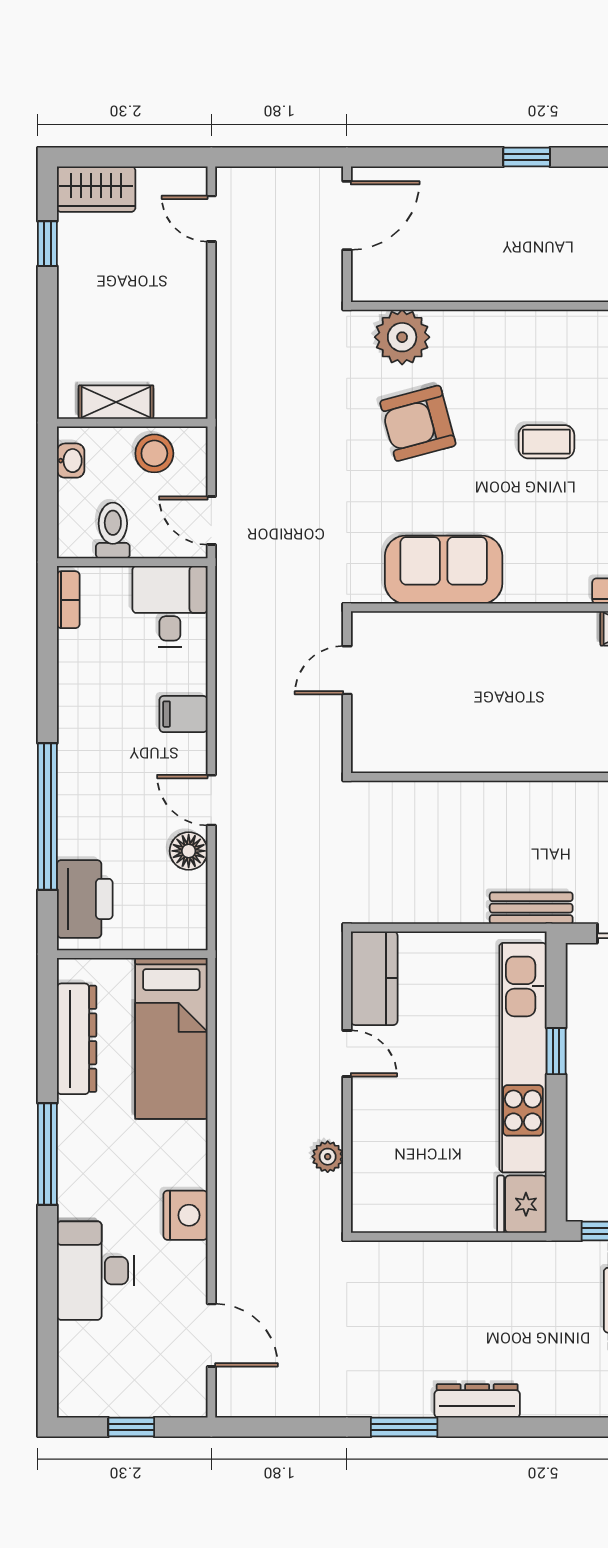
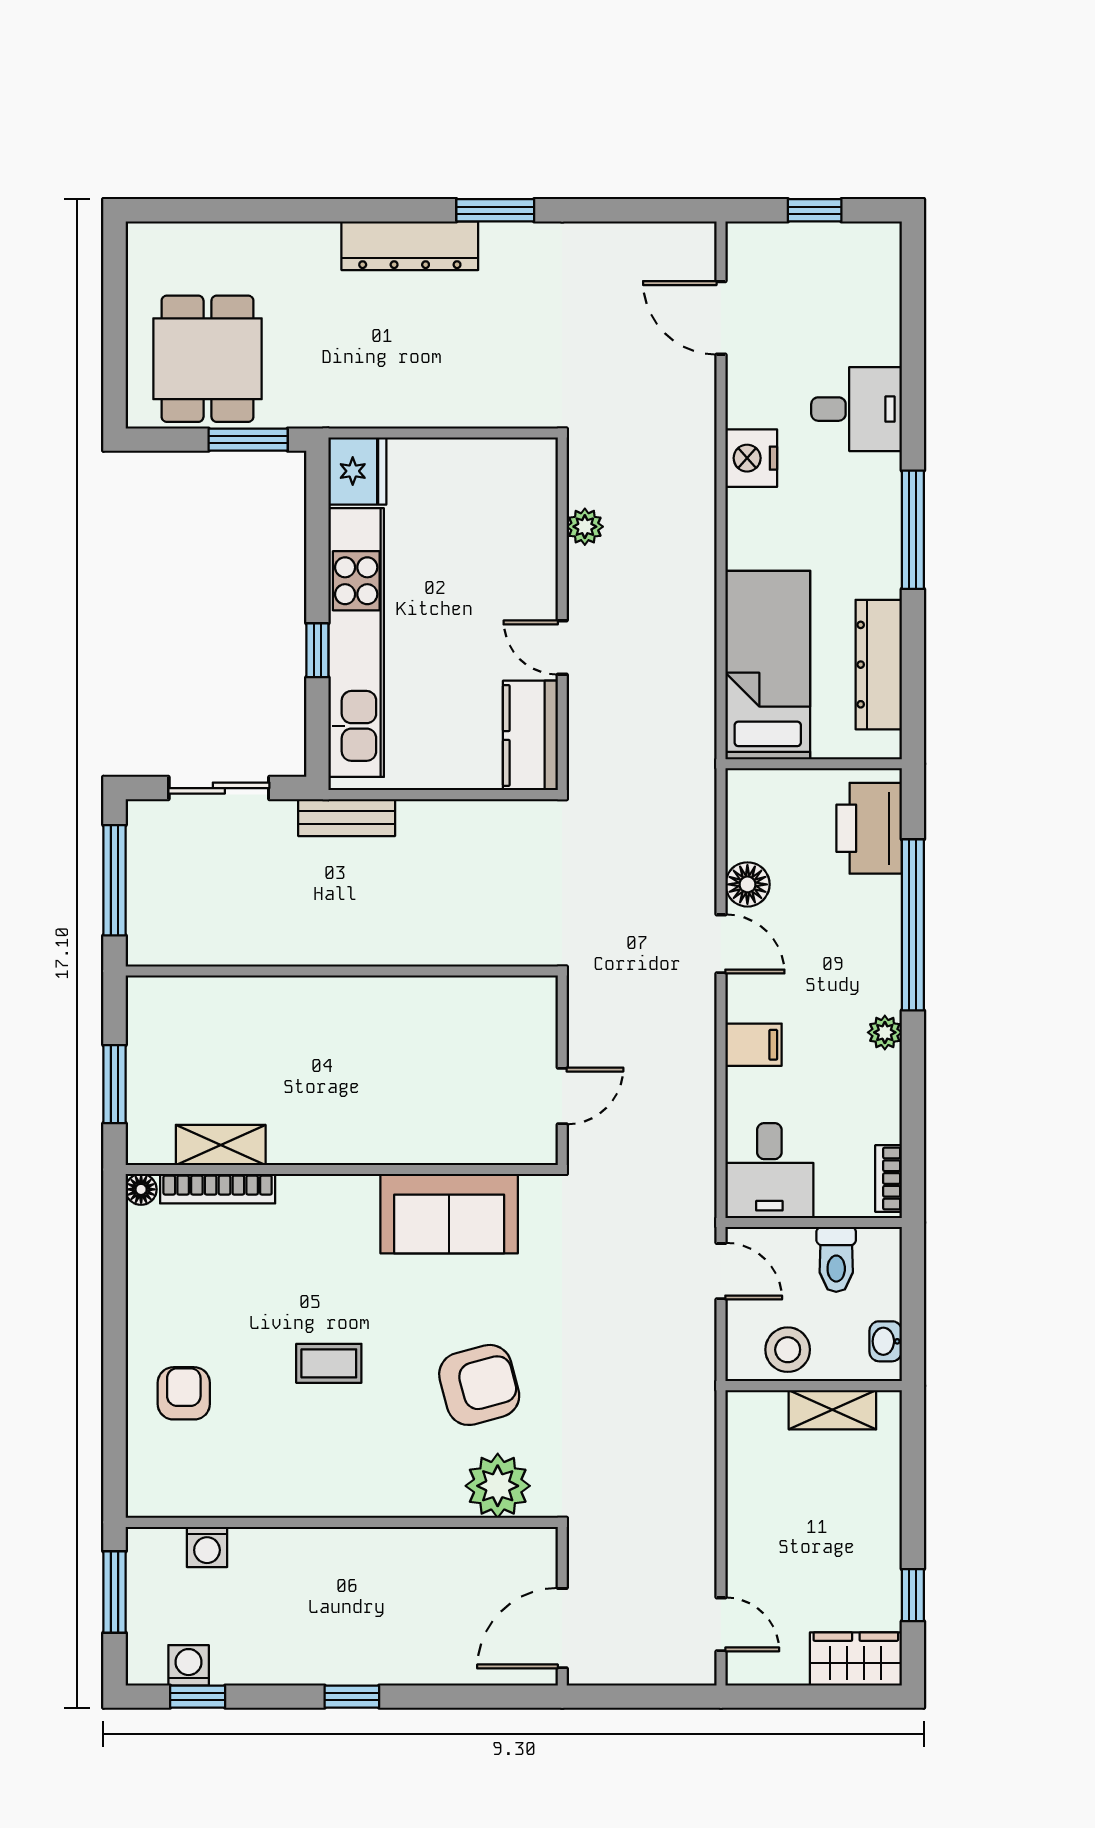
plant: (71, 724) -> (885, 1032), added
desk: (96, 1271) -> (856, 409), width x0.73
dresser: (477, 1401) -> (410, 246), width x1.37, depth x1.24

